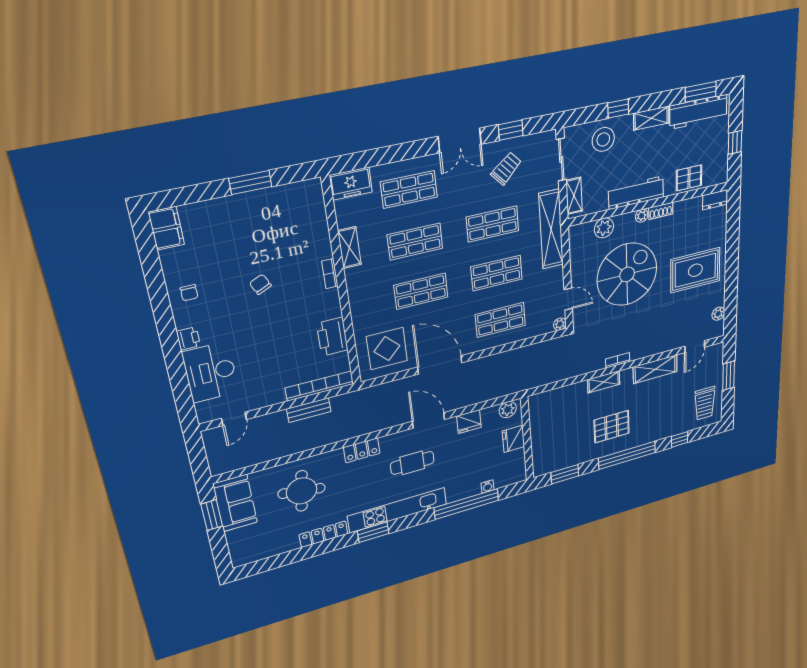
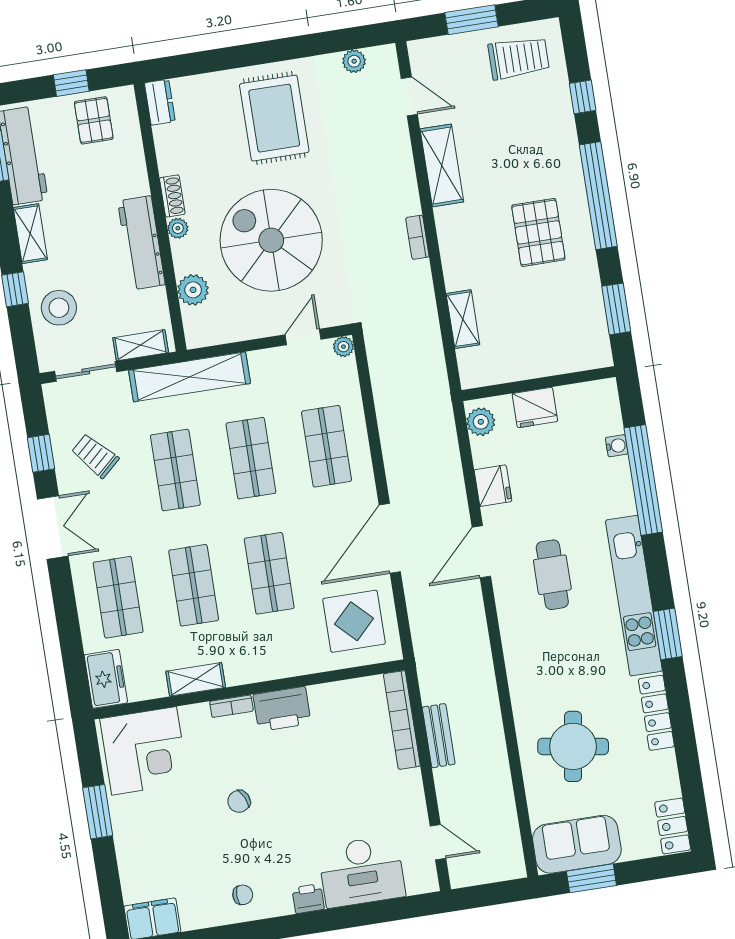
pallet: (689, 178) -> (94, 120), moved
corner desk: (297, 214) -> (144, 751), added
printer: (332, 337) -> (282, 709), moved
shelving: (604, 382) -> (463, 319), moved
locker: (362, 450) -> (673, 826), moved, turned 180

